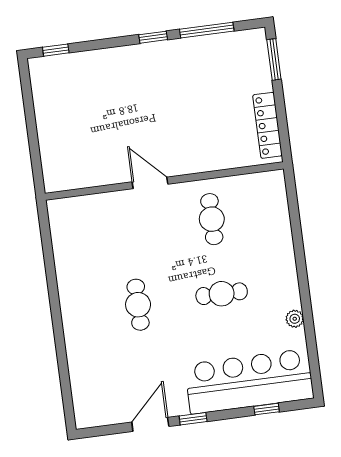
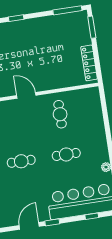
window: (207, 30) -> (67, 10), moved
window: (153, 37) -> (16, 18), moved
cafe table: (138, 305) -> (21, 161), turned 90

